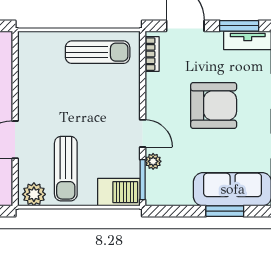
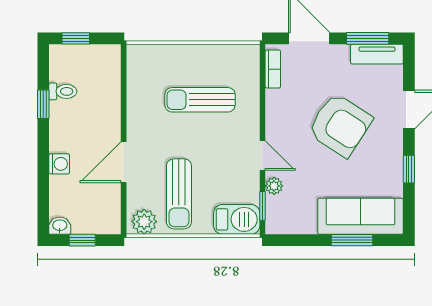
sun lounger: (98, 52) -> (200, 100), moved, turned 180
armchair: (214, 106) -> (340, 125), turned 33
window: (143, 180) -> (263, 206), width x0.67

